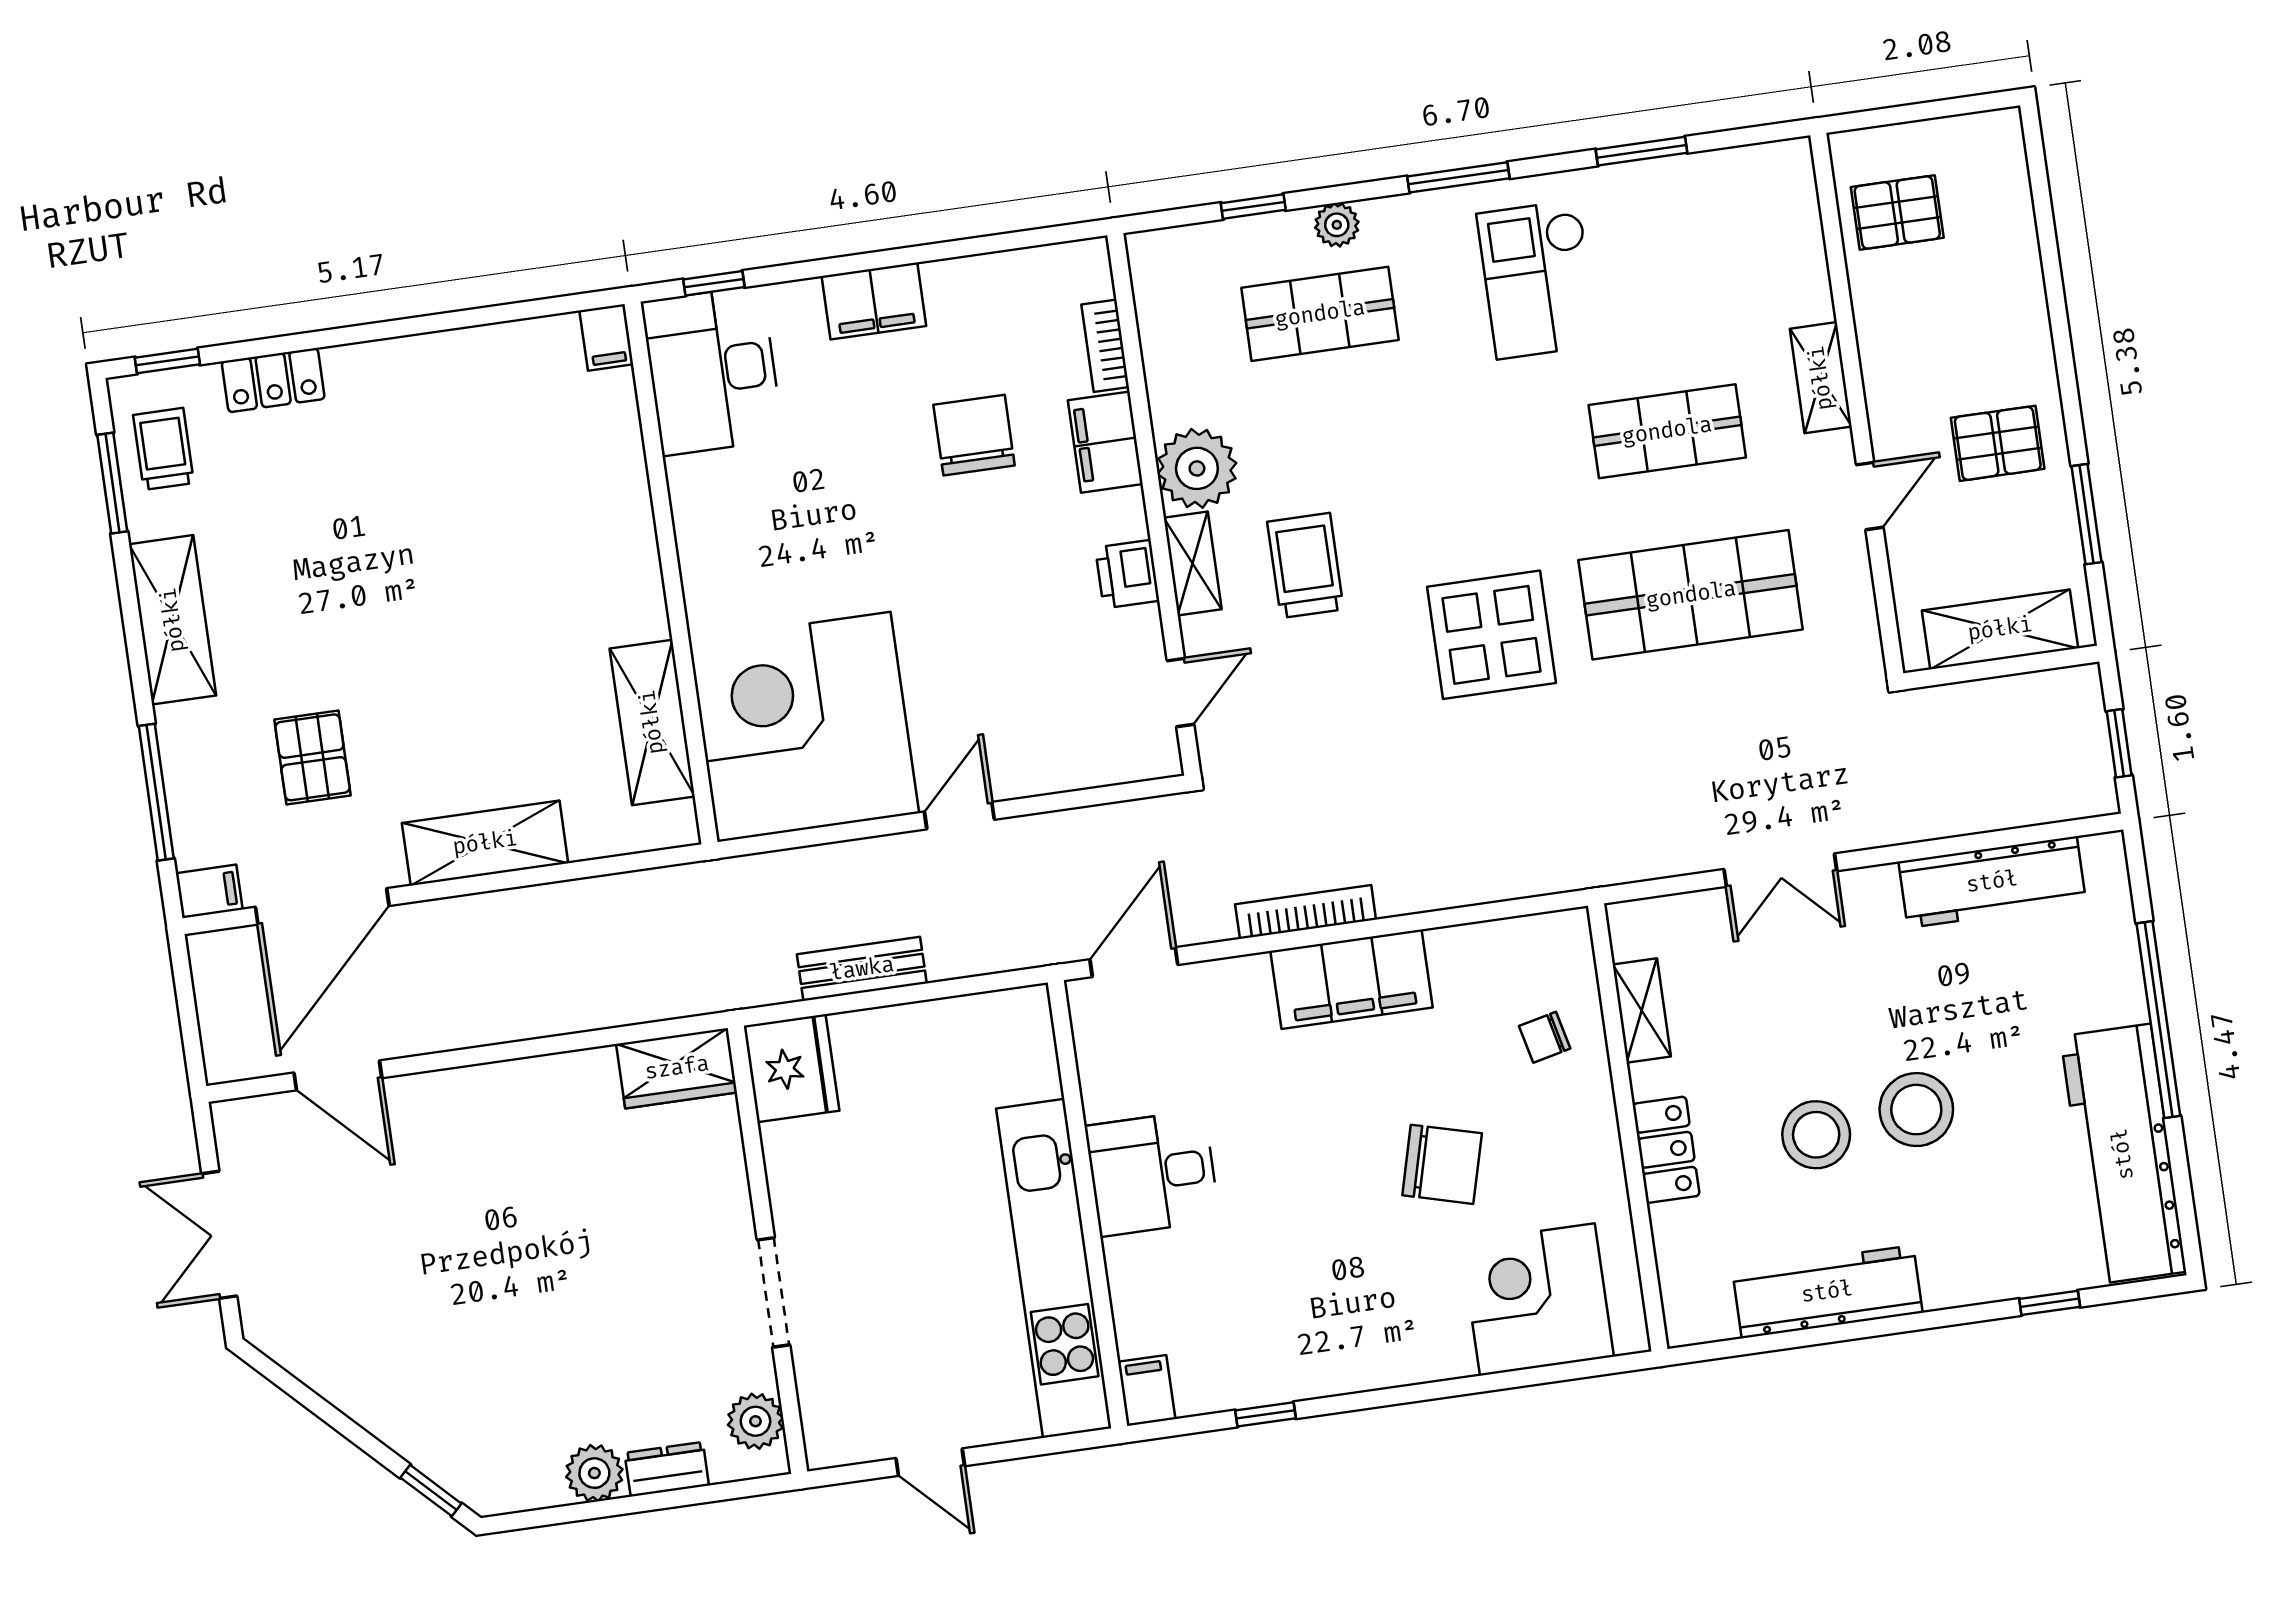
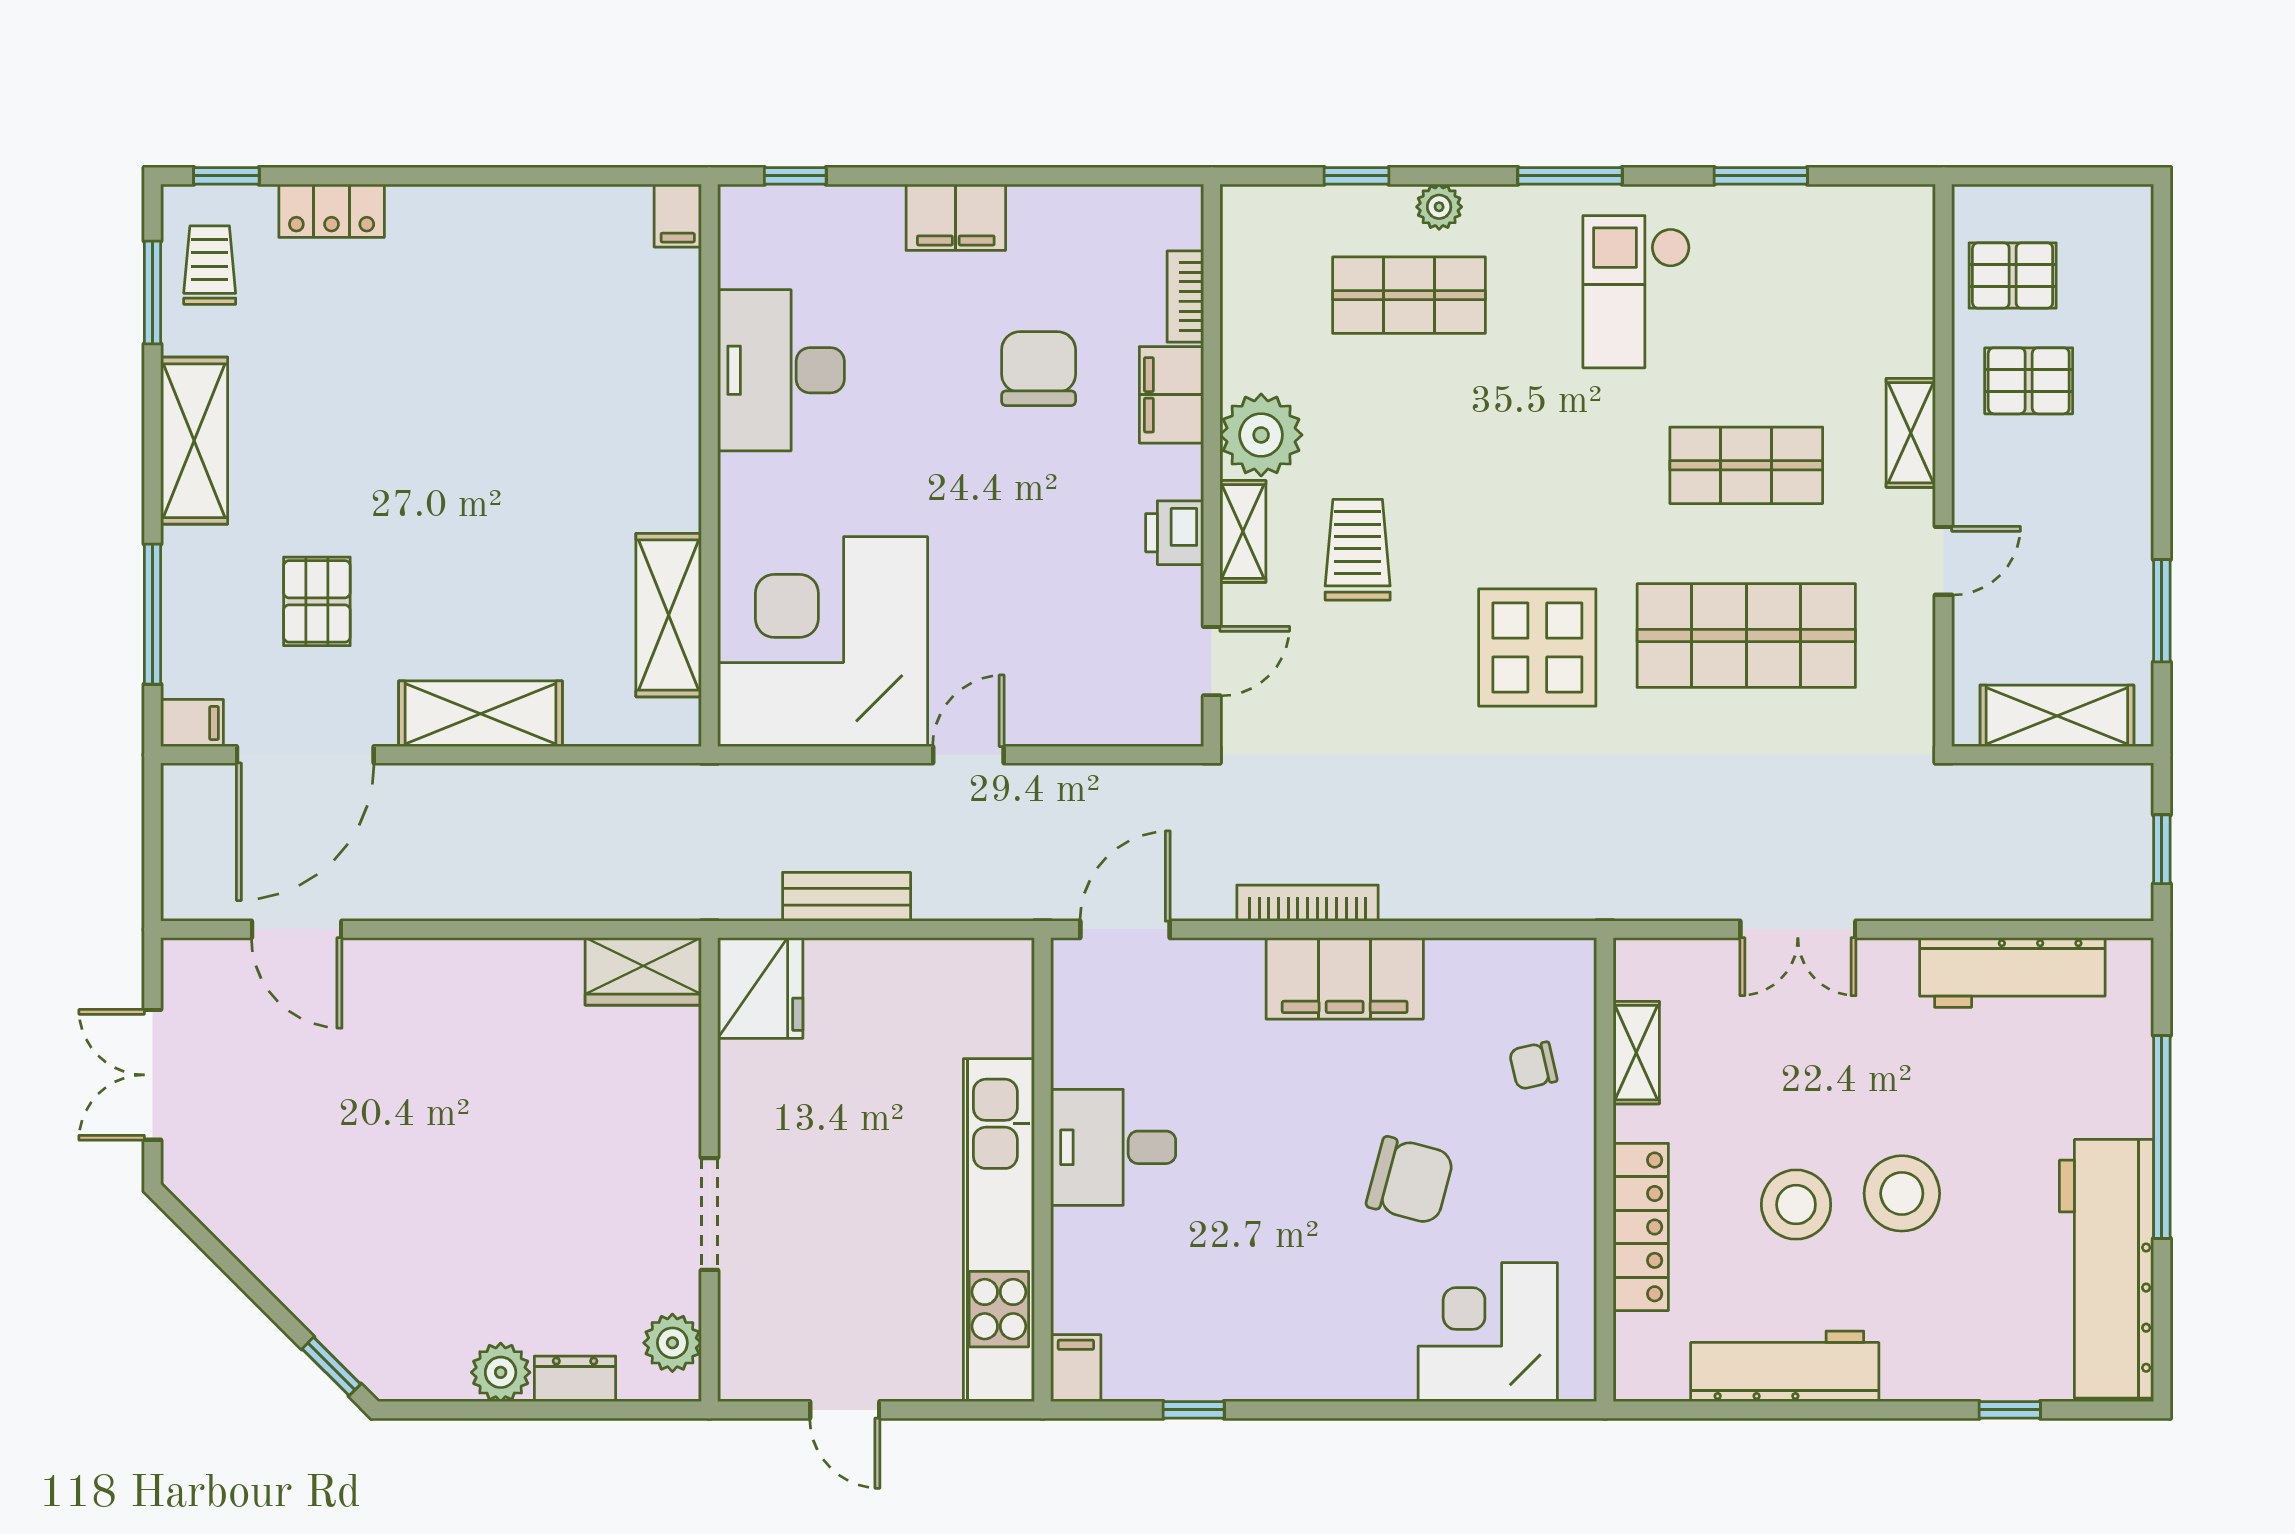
desk: (712, 370) -> (781, 370), moved
pallet: (1998, 443) -> (2029, 381), moved
locker: (1666, 1150) -> (1641, 1227), width x1.53

